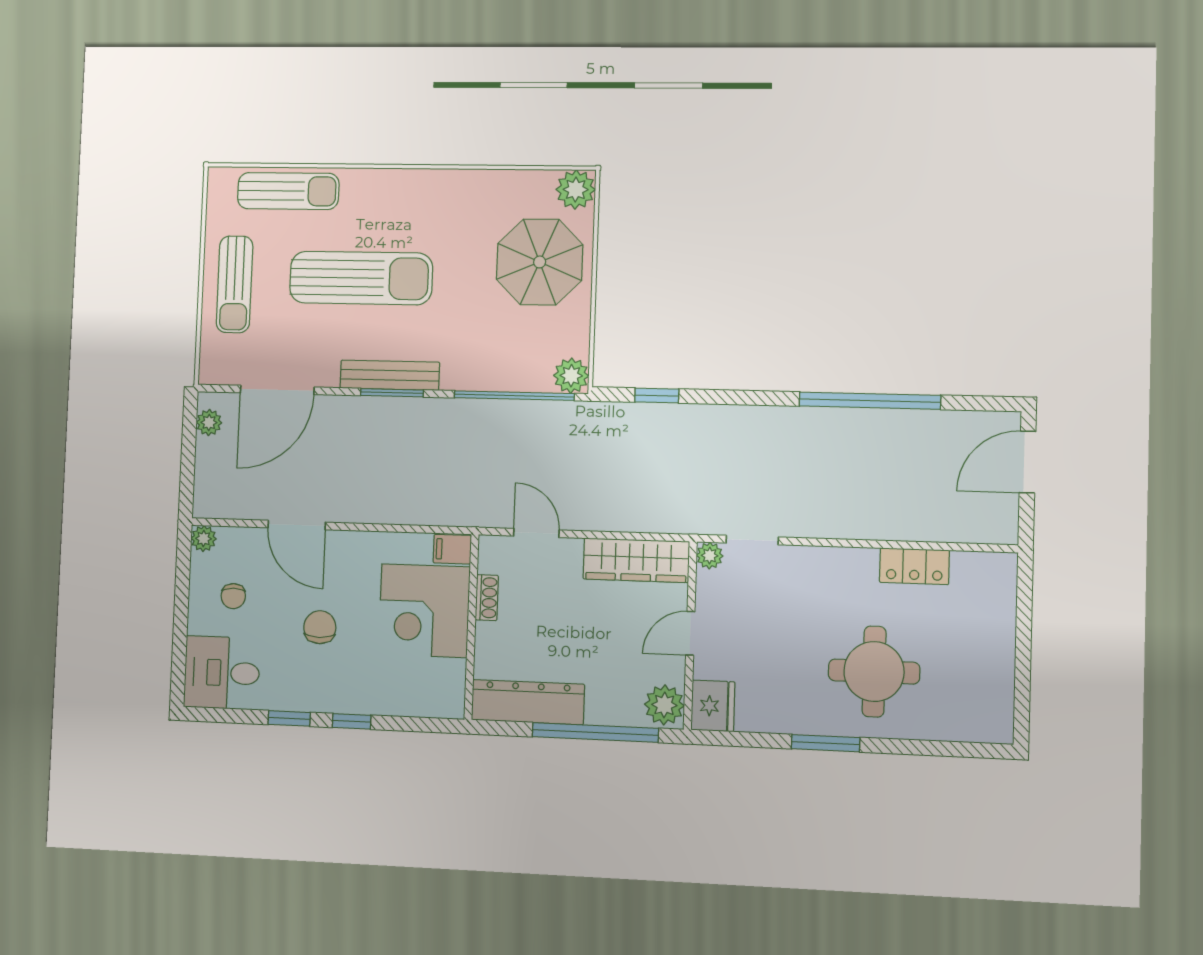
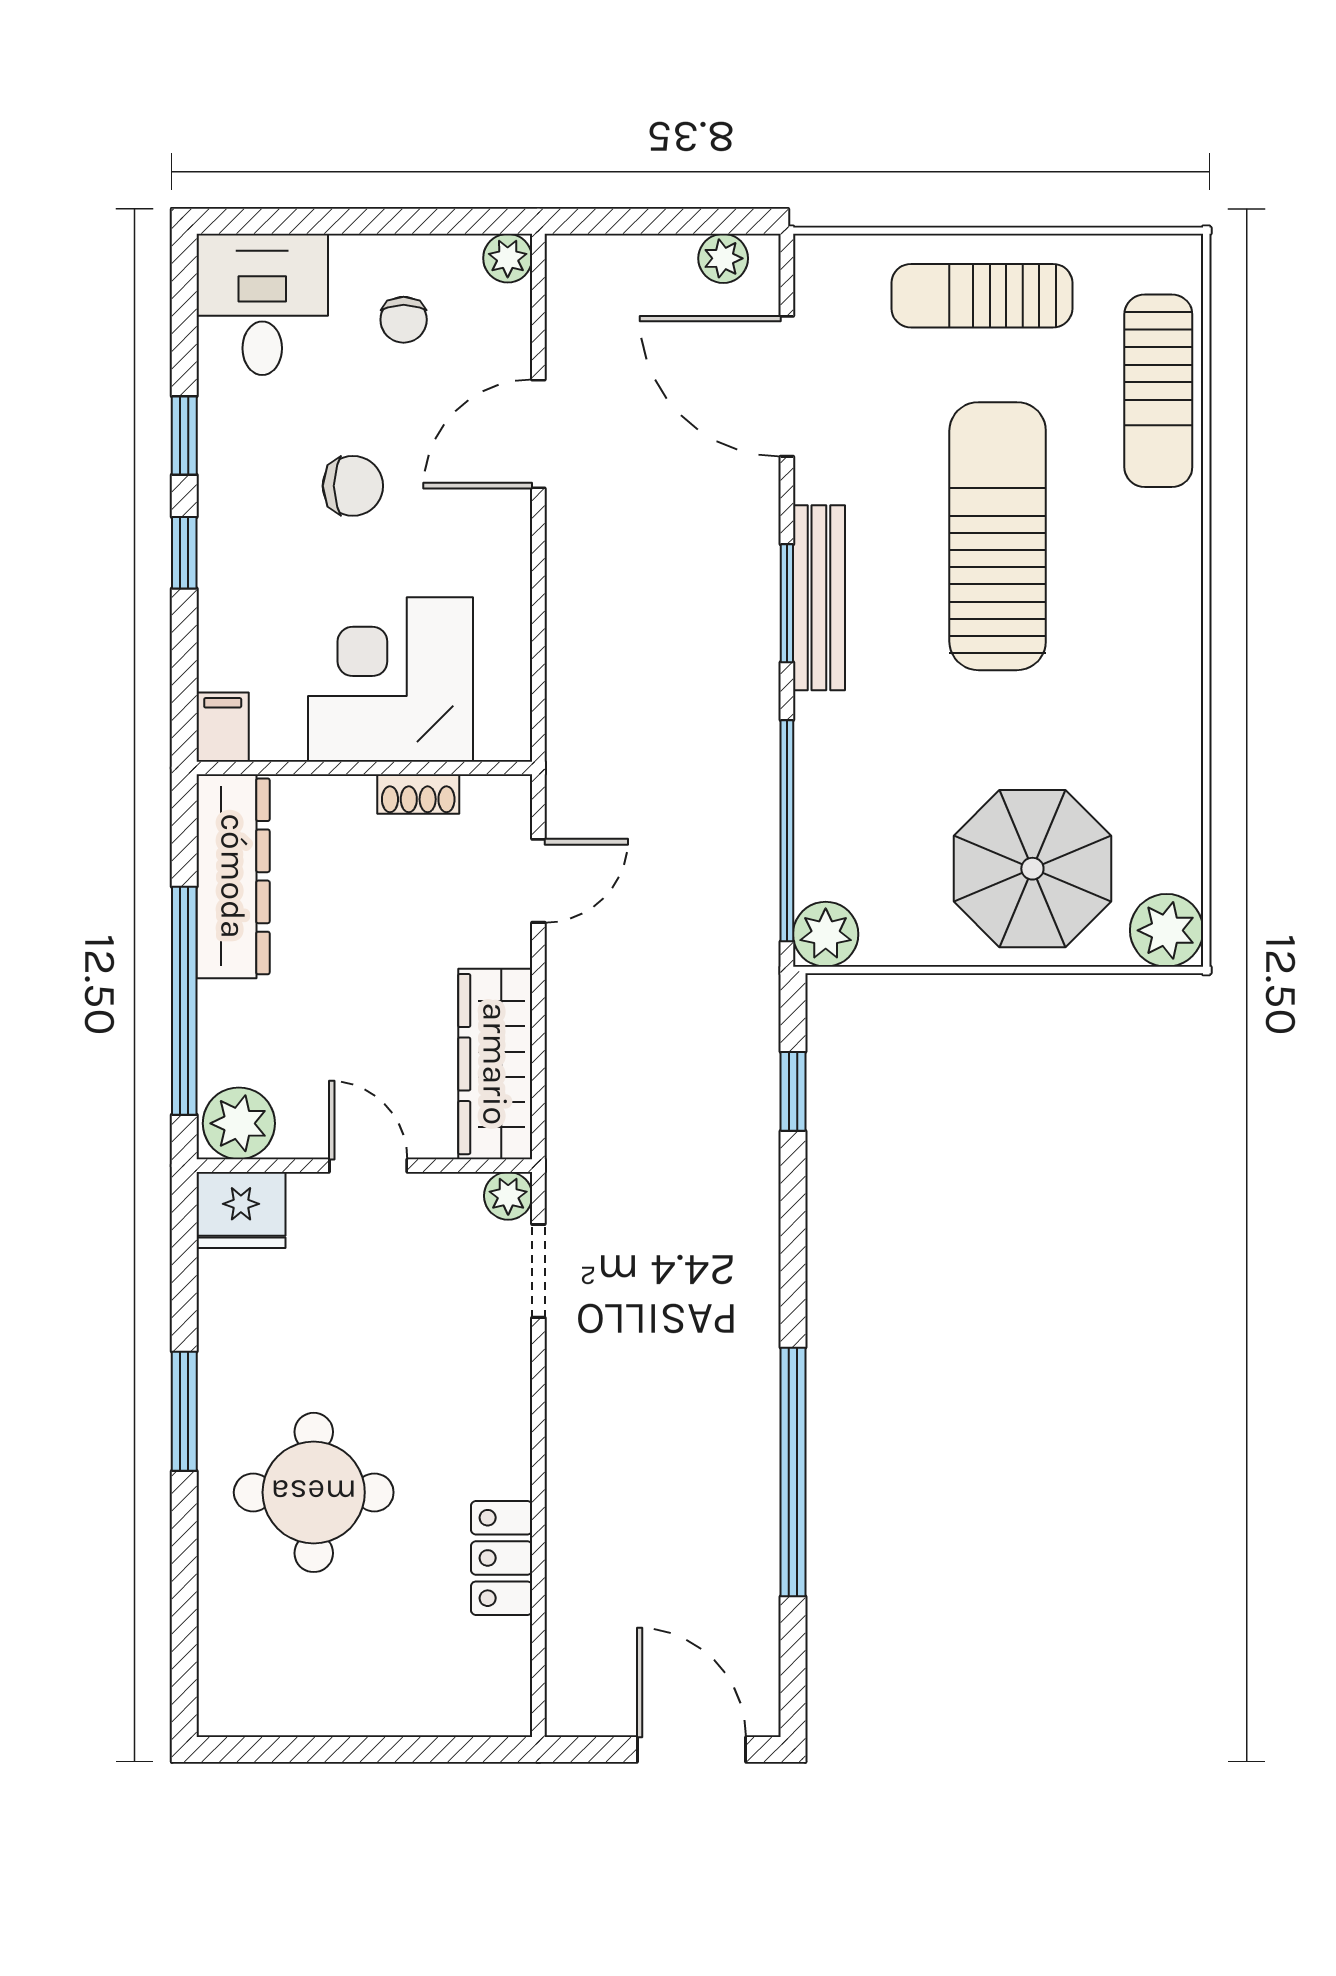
sun lounger: (361, 278) -> (998, 536), turned 180
filing cabinet: (452, 549) -> (223, 727), moved
chair: (233, 596) -> (404, 320), turned -90

